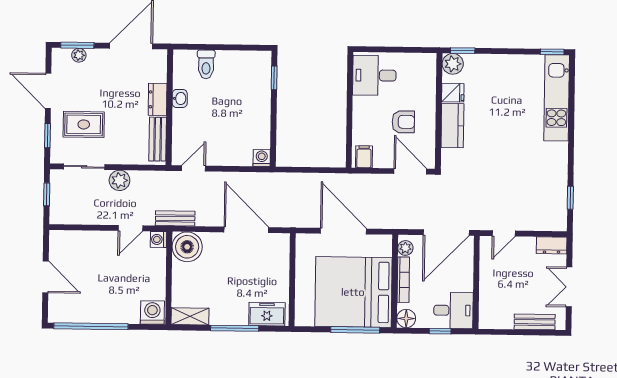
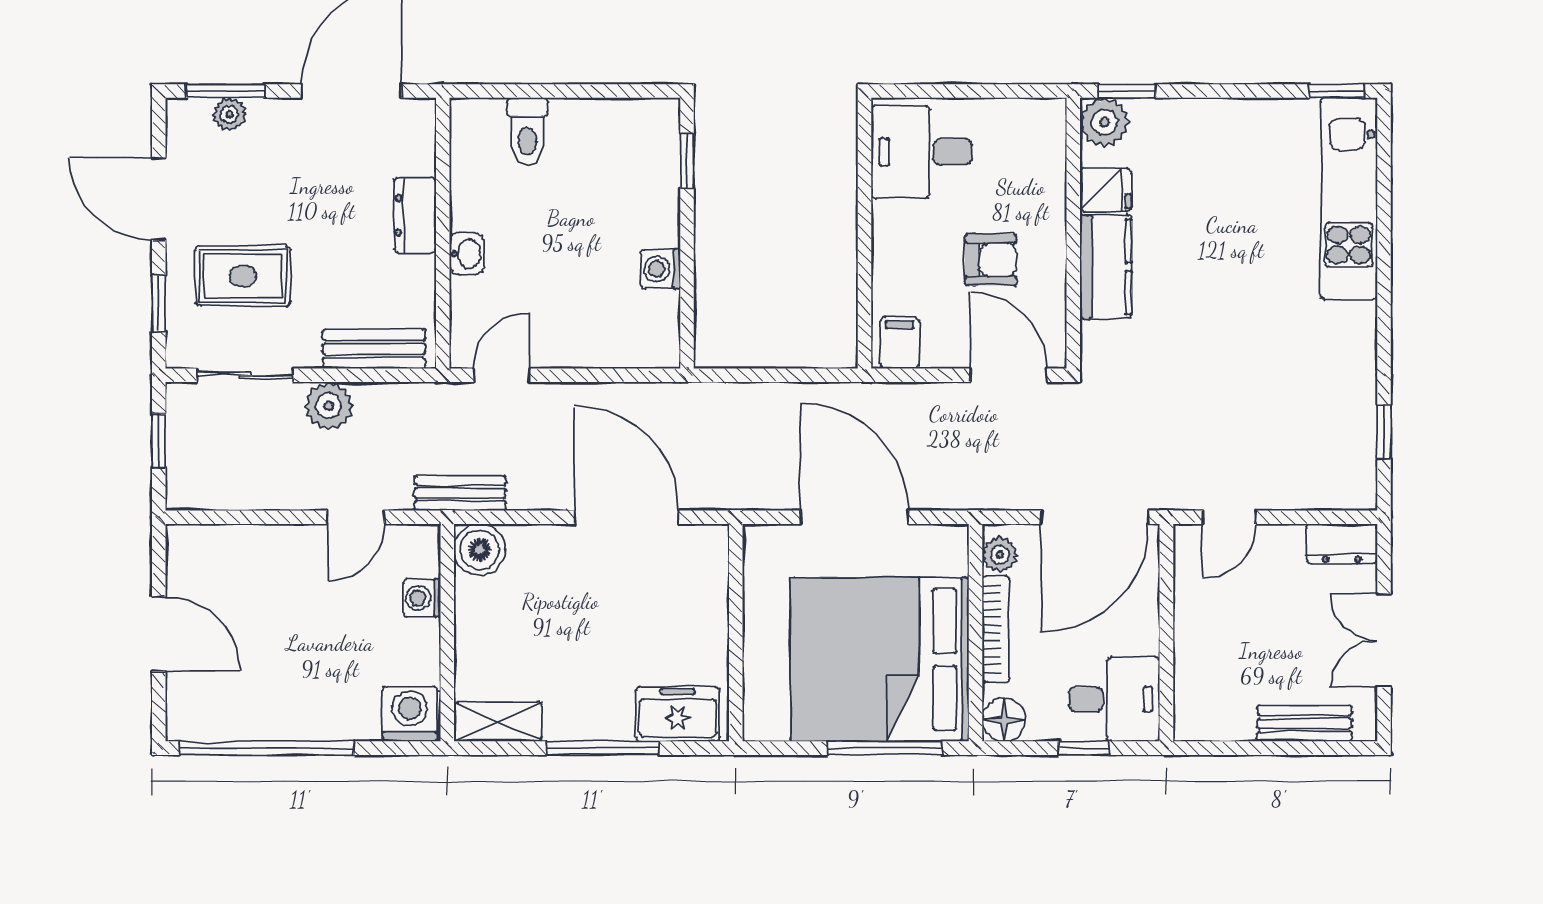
washbasin: (180, 98) -> (467, 254), moved
bench: (158, 139) -> (374, 349), moved, turned 90
washing machine: (262, 158) -> (661, 269), moved, turned -90
washing machine: (158, 239) -> (422, 598), moved
boiler: (187, 247) -> (480, 550), width x0.73, depth x0.73

